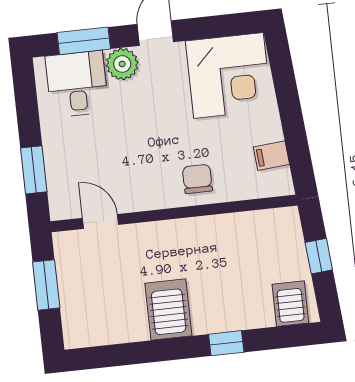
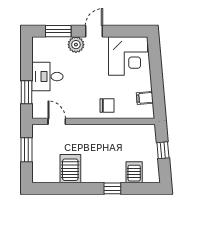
desk: (77, 84) -> (47, 77), moved, turned -90
chair: (197, 179) -> (107, 106), turned 90
server rack: (290, 304) -> (134, 172), moved
server rack: (168, 310) -> (70, 169), moved

